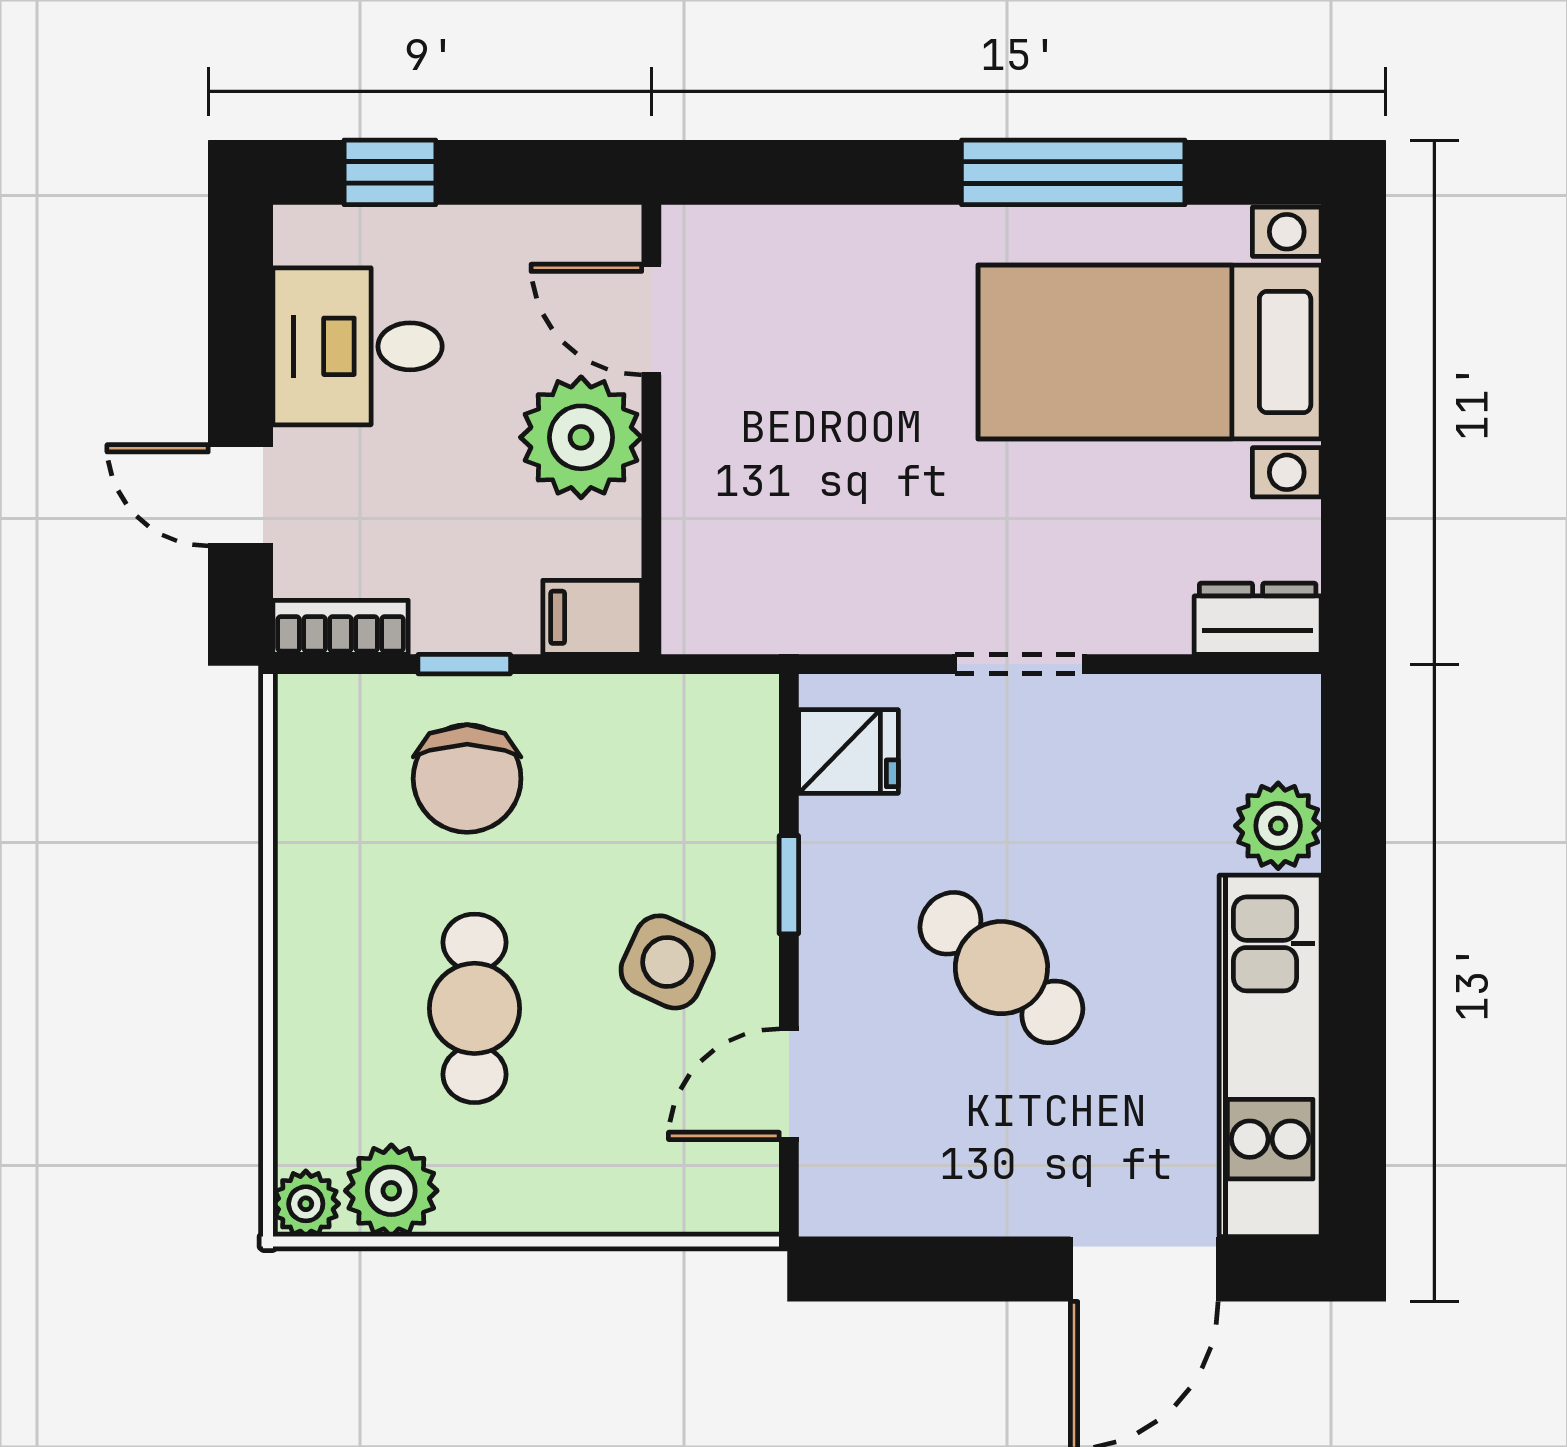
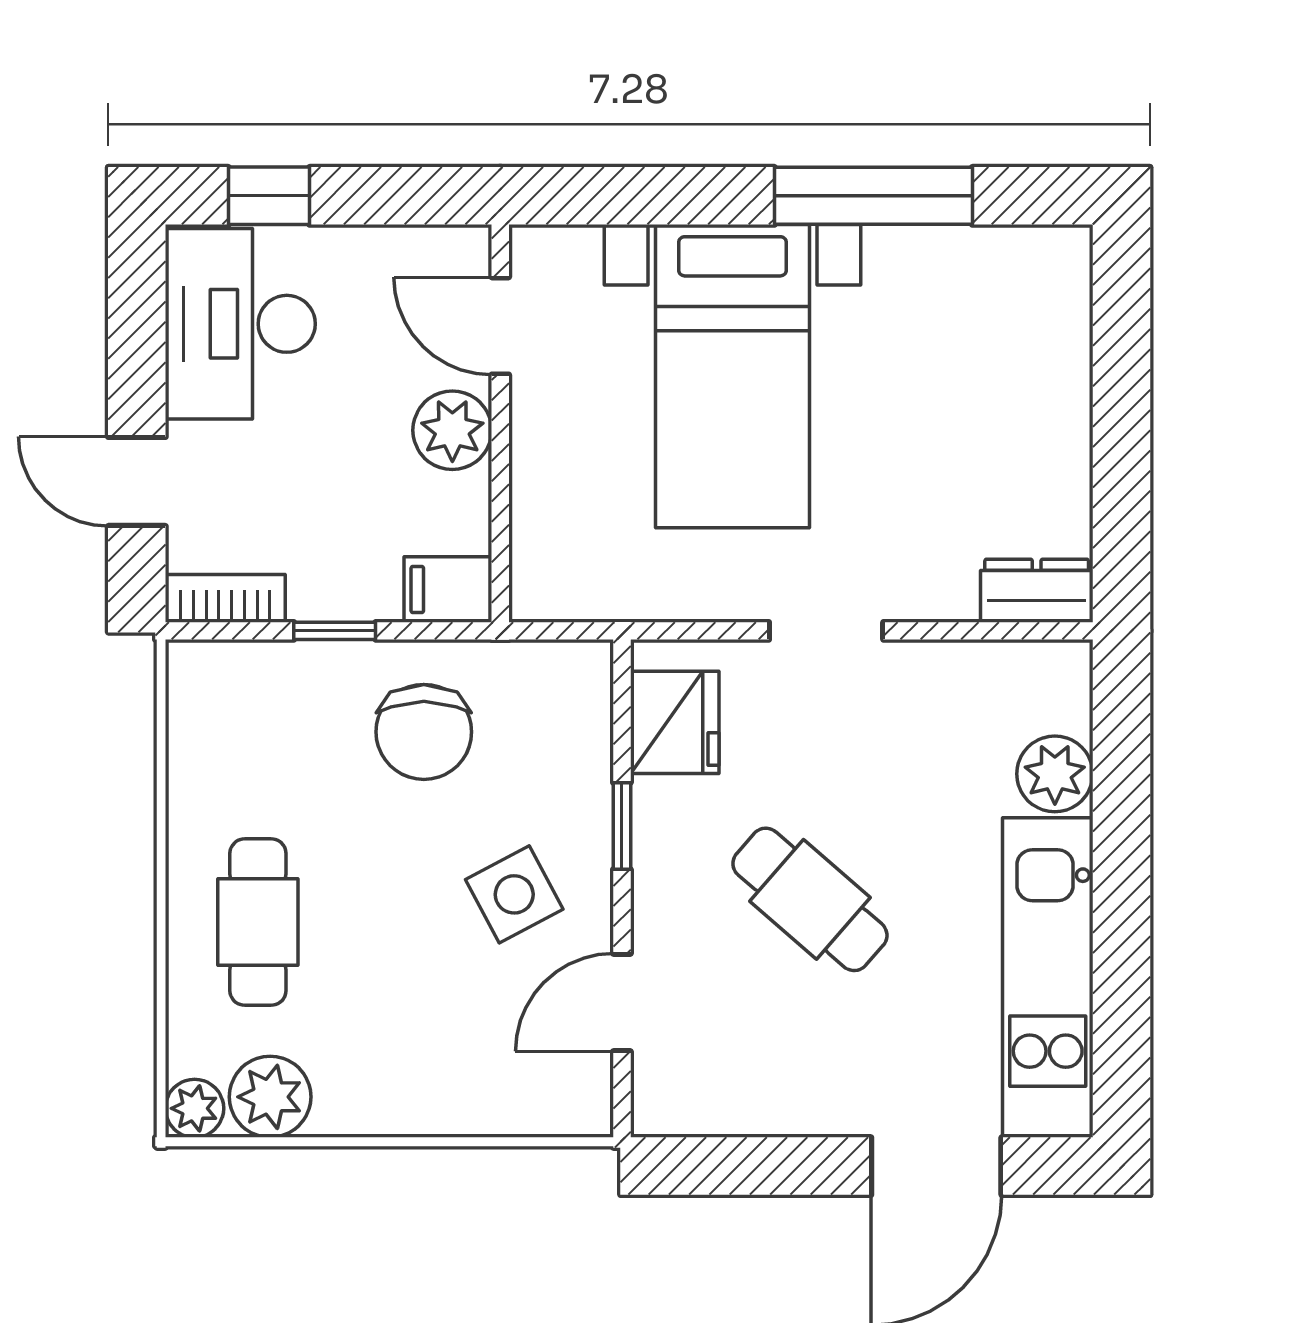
desk: (358, 346) -> (240, 324), width x1.37
bed with nightstands: (1150, 352) -> (732, 376), moved, turned -90
plant: (581, 437) -> (452, 430), width x0.73, depth x0.73
fridge: (848, 752) -> (675, 722), width x1.38
chair: (467, 779) -> (424, 732), moved
side table: (667, 962) -> (514, 894), turned 37
cafe table: (475, 1008) -> (258, 922), moved

